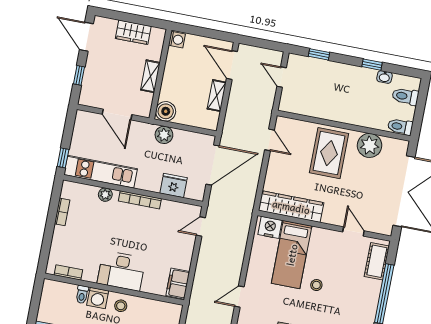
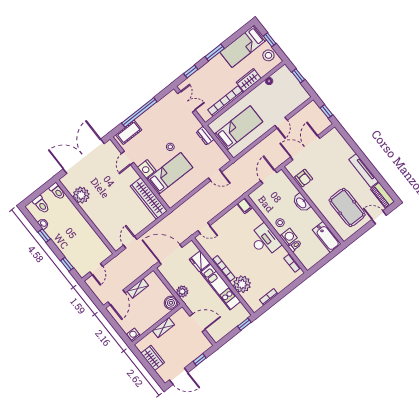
door: (86, 37) -> (179, 376), hinge flipped
door: (117, 114) -> (197, 323), hinge flipped
rug: (329, 153) -> (105, 209), removed
kitchen unit: (101, 172) -> (220, 287), moved
plant: (105, 195) -> (242, 284), width x1.87, depth x1.87
nightstand: (270, 227) -> (147, 169), moved
filing cabinet: (178, 284) -> (245, 206), width x0.50

